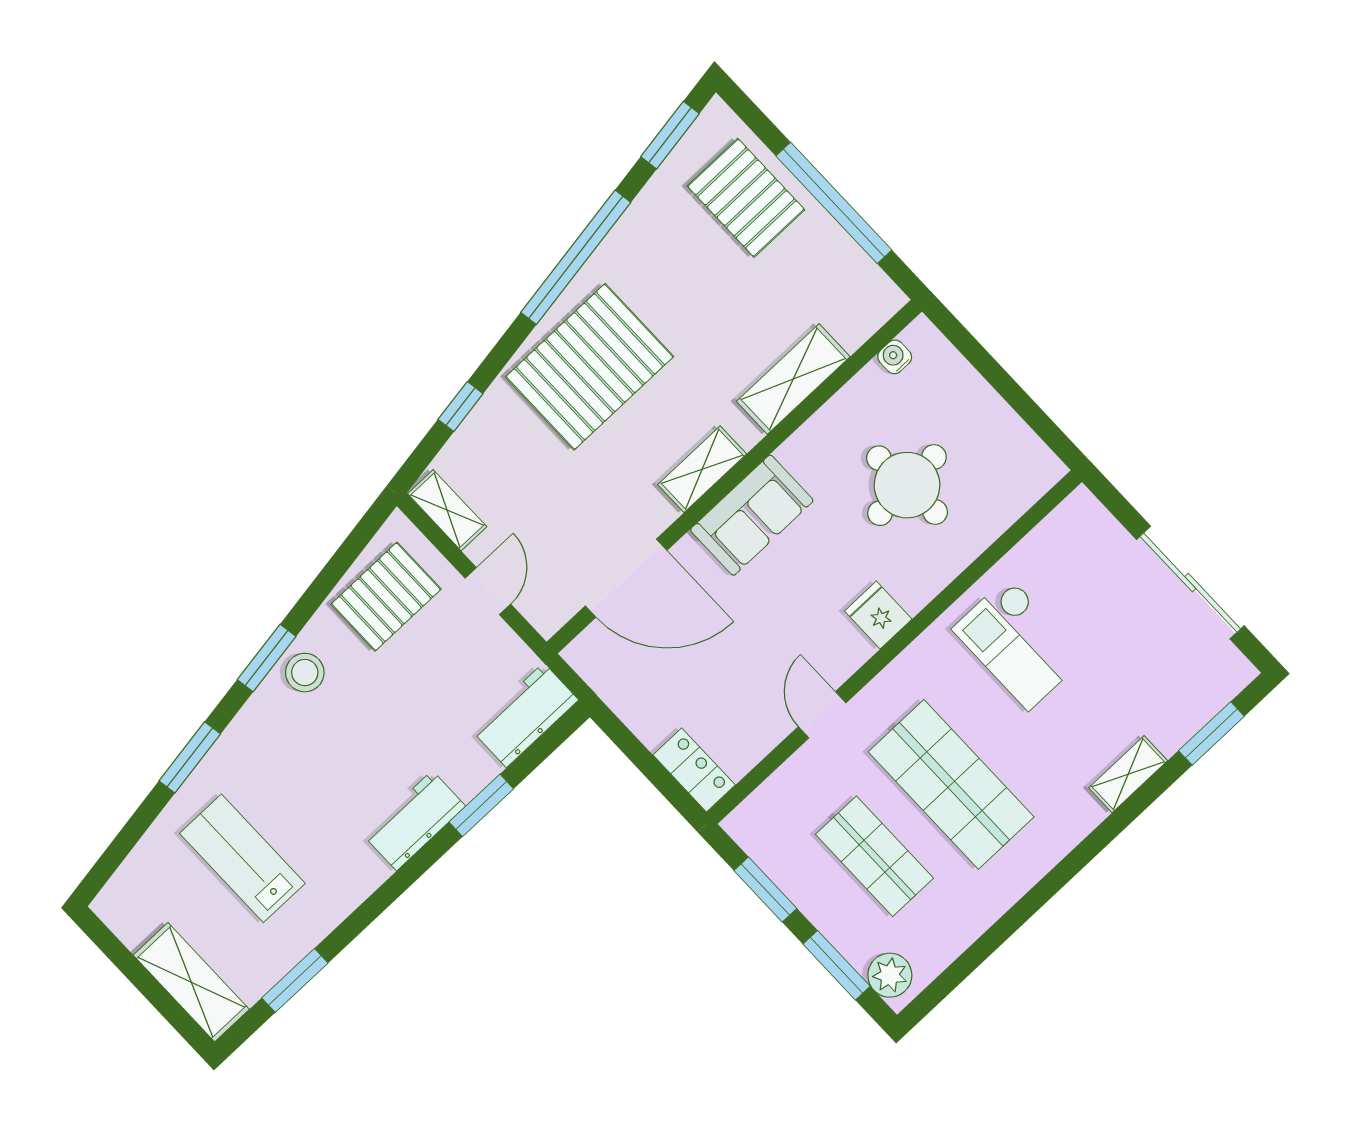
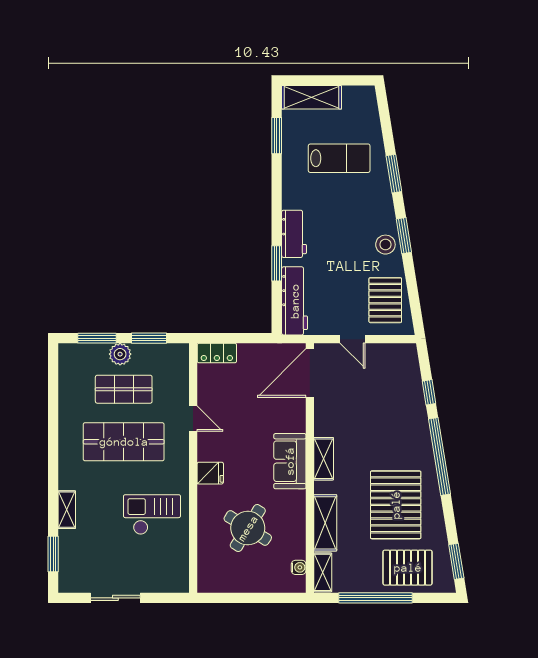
window: (576, 257) -> (439, 457), moved
pallet: (590, 367) -> (396, 505), moved
round table: (907, 485) -> (248, 528), turned 35
shelving: (447, 510) -> (323, 572), moved, turned 90
door: (626, 578) -> (310, 373), moved
sliding door: (1190, 583) -> (115, 598), width x0.73
workbench: (525, 715) -> (295, 301), width x1.38
plant: (890, 975) -> (120, 354), moved

